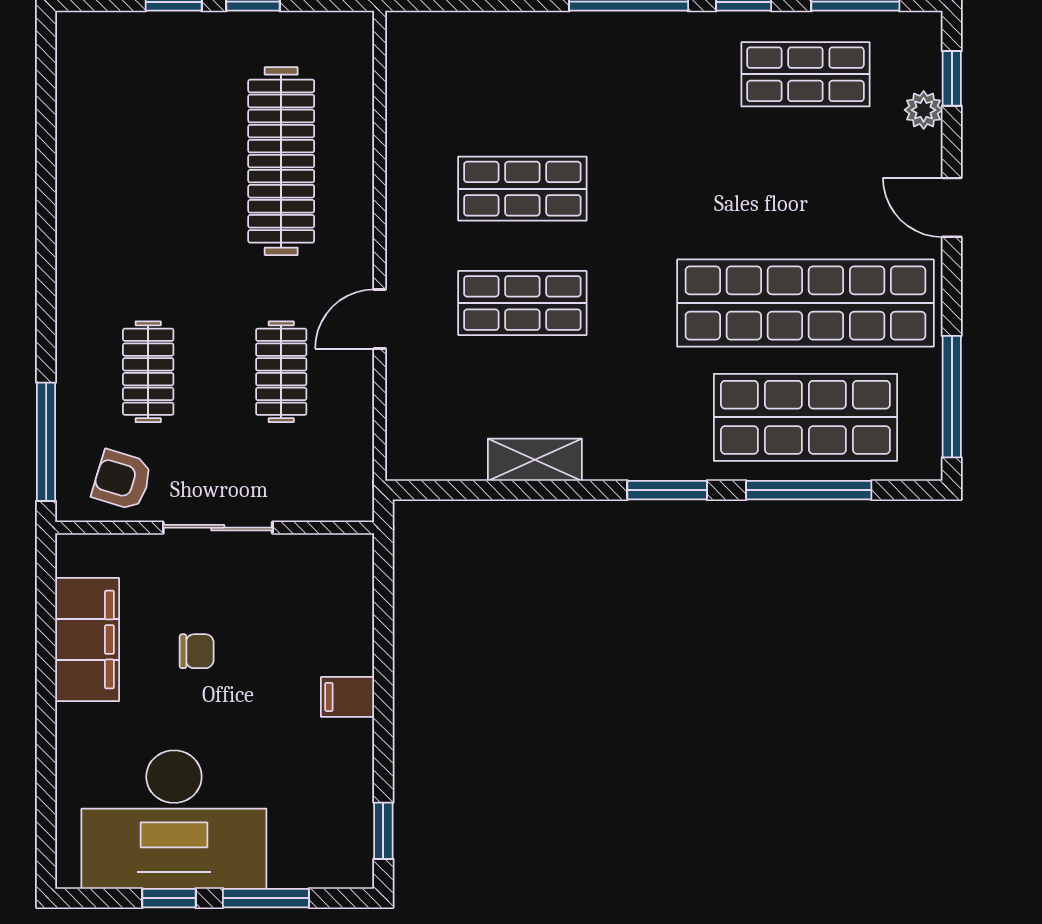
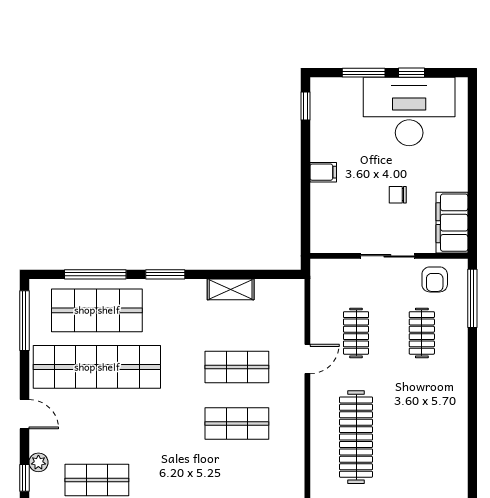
armchair: (122, 480) -> (435, 279), turned 73
filing cabinet: (87, 639) -> (452, 223), moved

